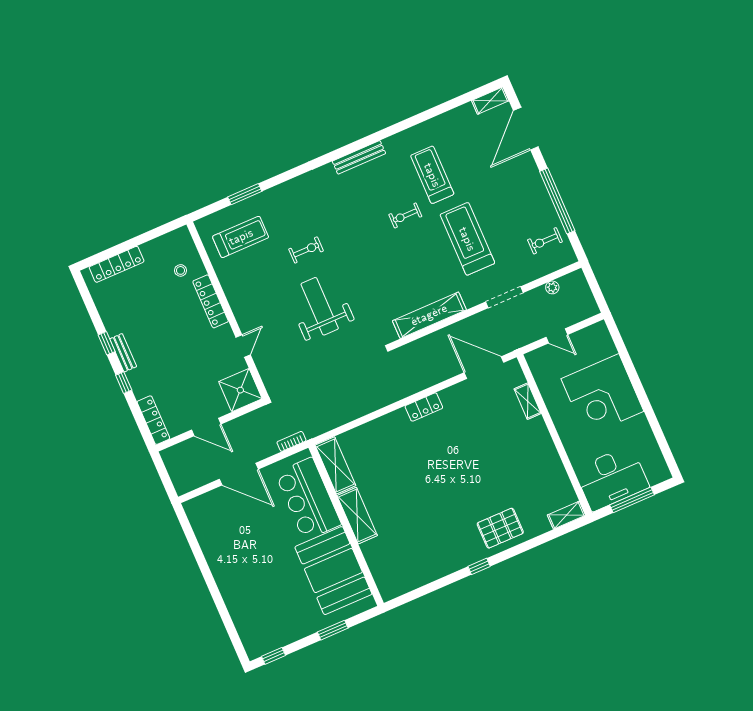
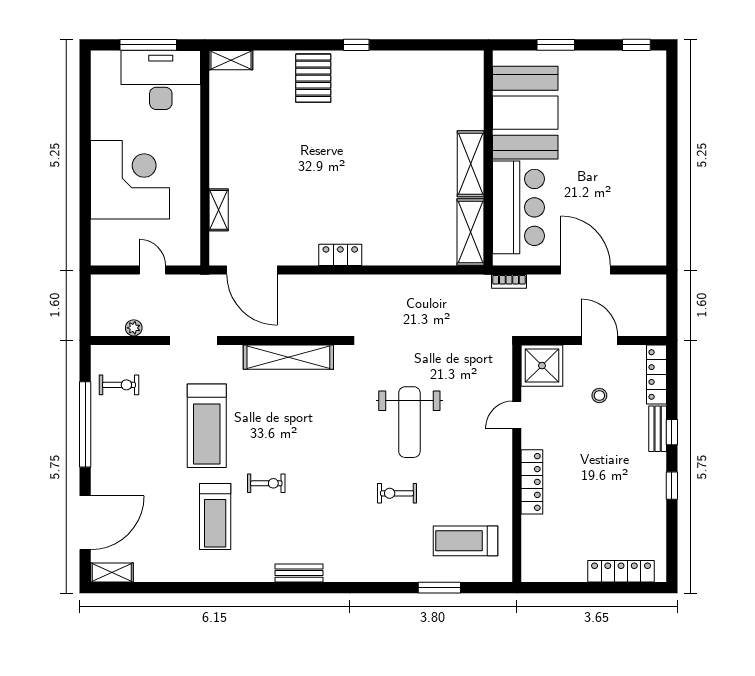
bench: (359, 157) -> (299, 573), width x0.73
stool: (181, 270) -> (599, 396), moved
bench: (123, 353) -> (658, 429), moved
pallet: (500, 528) -> (313, 78), turned 90

